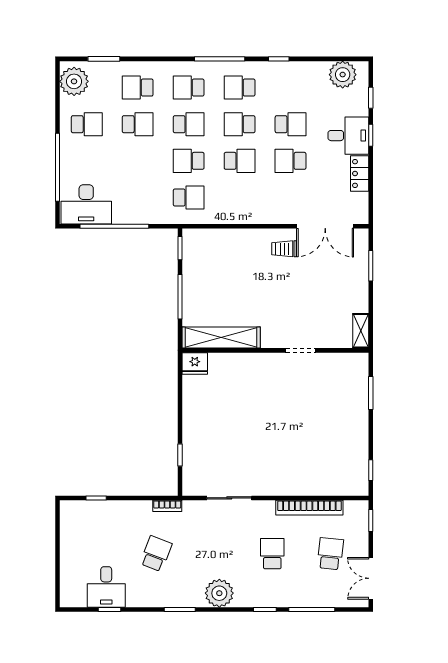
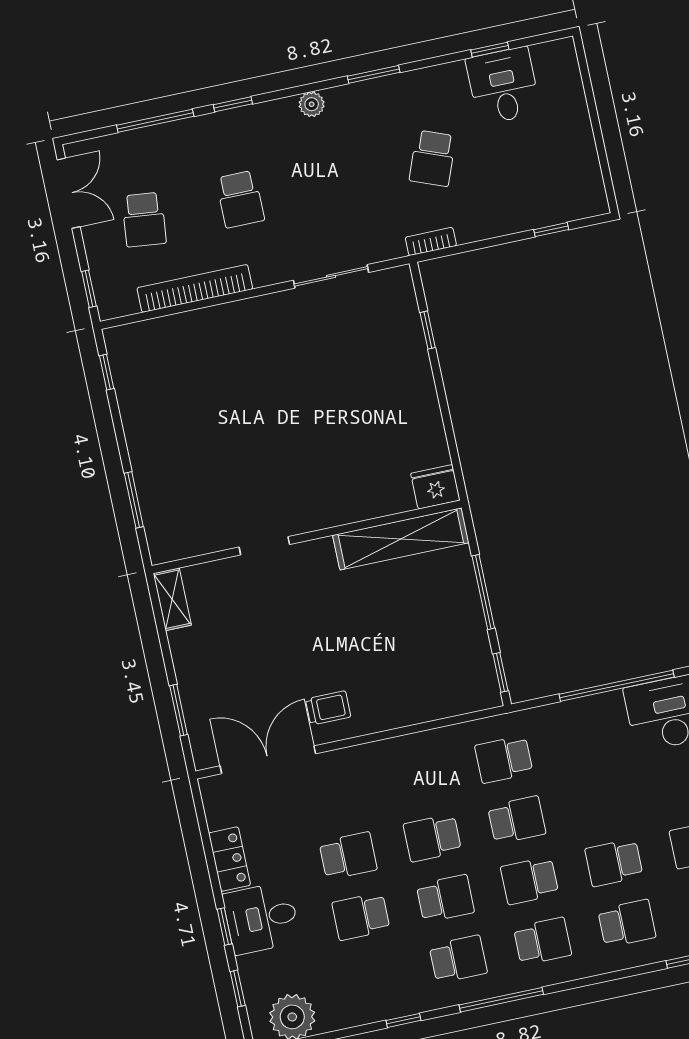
plant: (219, 593) -> (312, 104), width x0.53, depth x0.53

